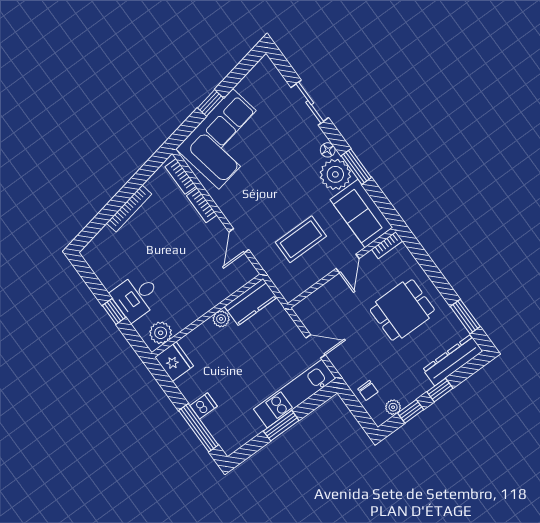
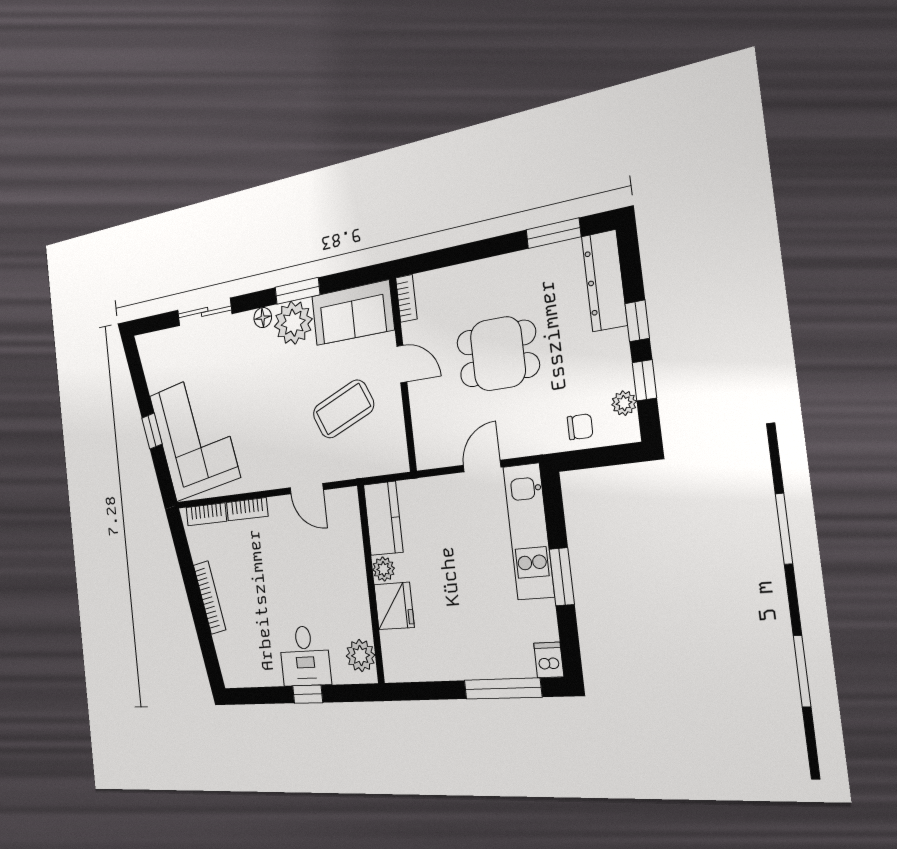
coffee table: (301, 239) -> (343, 409), turned 67
dining table: (402, 310) -> (498, 354), moved, turned 90
fridge: (174, 362) -> (394, 606), moved, turned 90
dishwasher: (204, 406) -> (549, 660), moved

